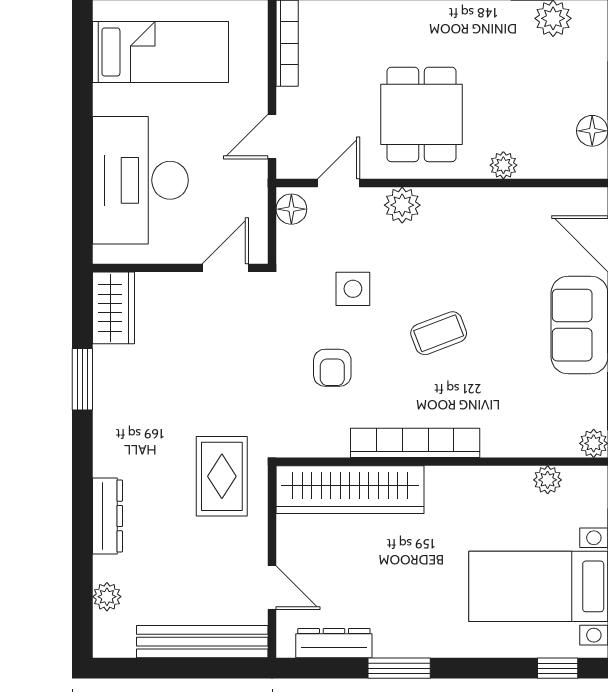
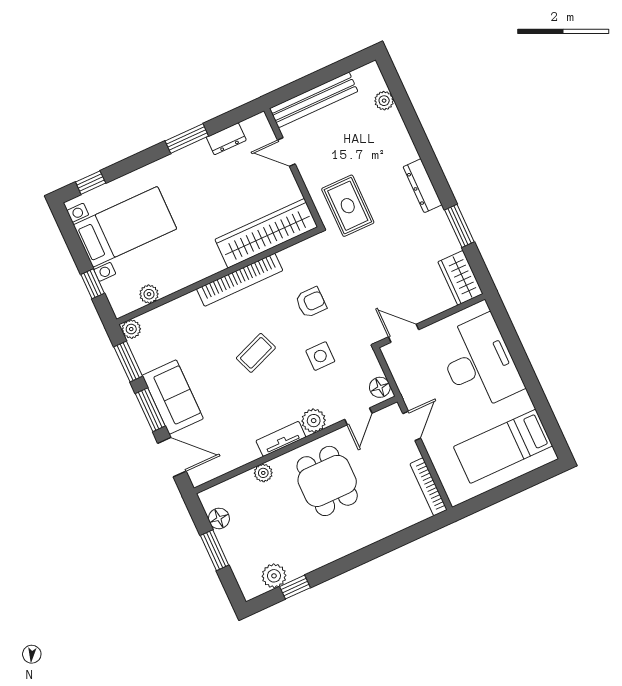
tv unit: (458, 200) -> (281, 439), added
door: (225, 268) -> (404, 333), swing flipped
armchair: (332, 368) -> (311, 302), turned 90
dresser: (108, 516) -> (423, 186), moved
dresser: (334, 643) -> (226, 139), width x0.70

